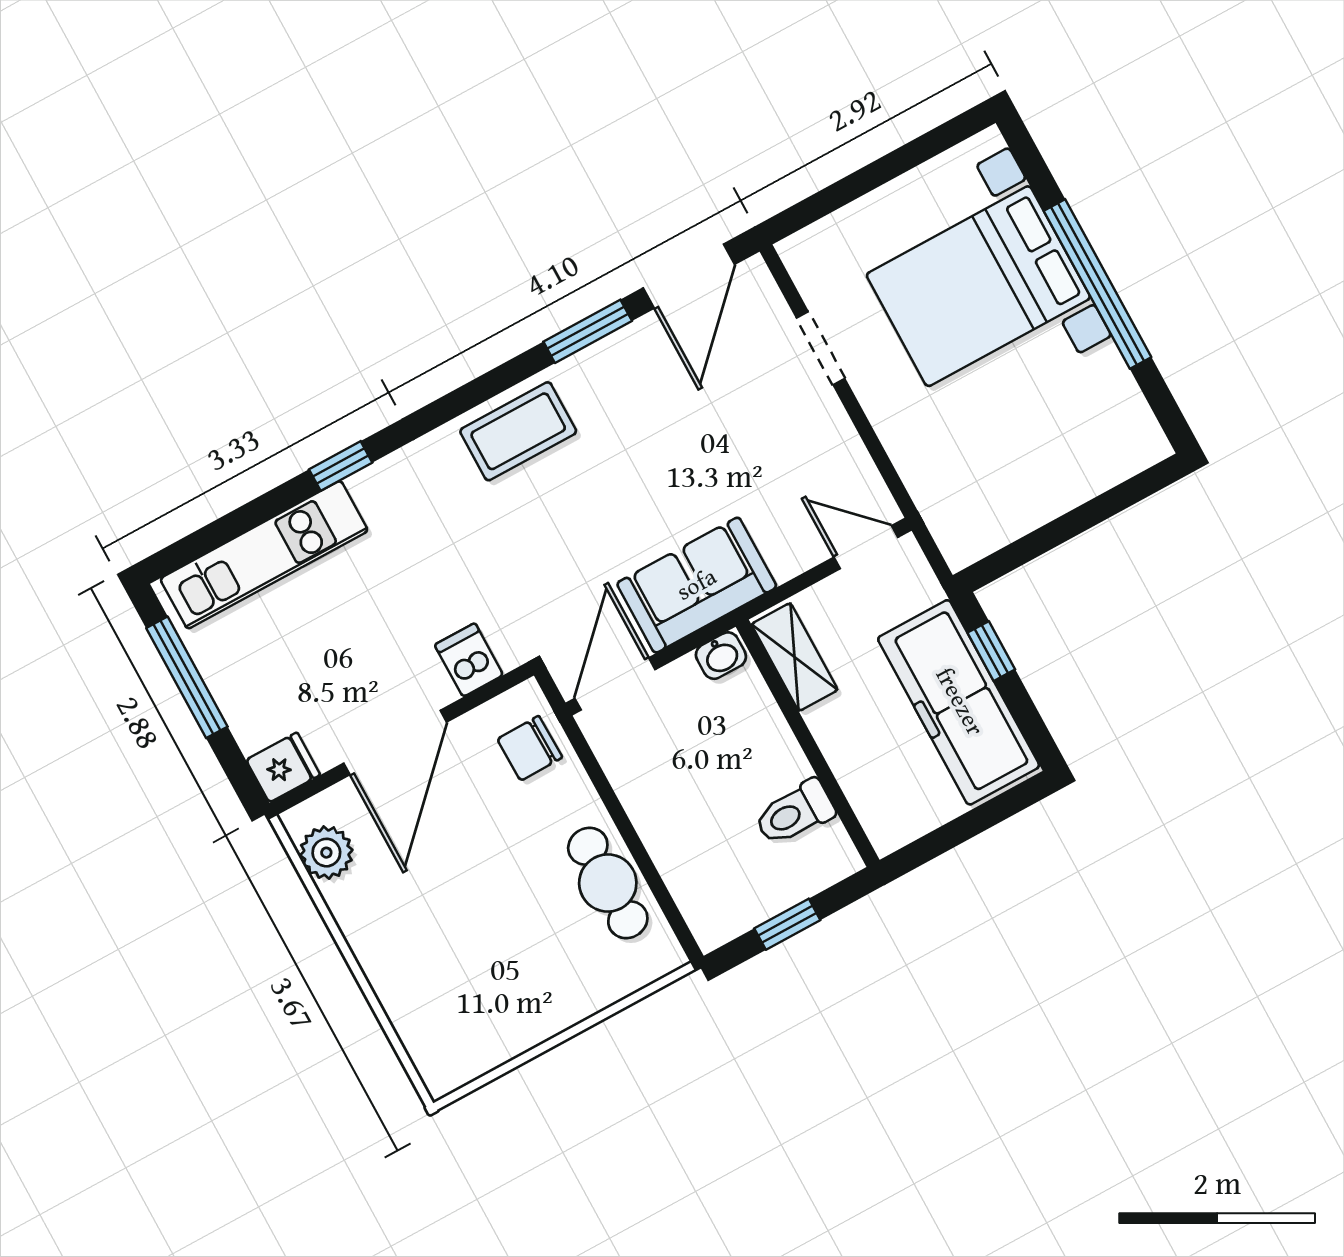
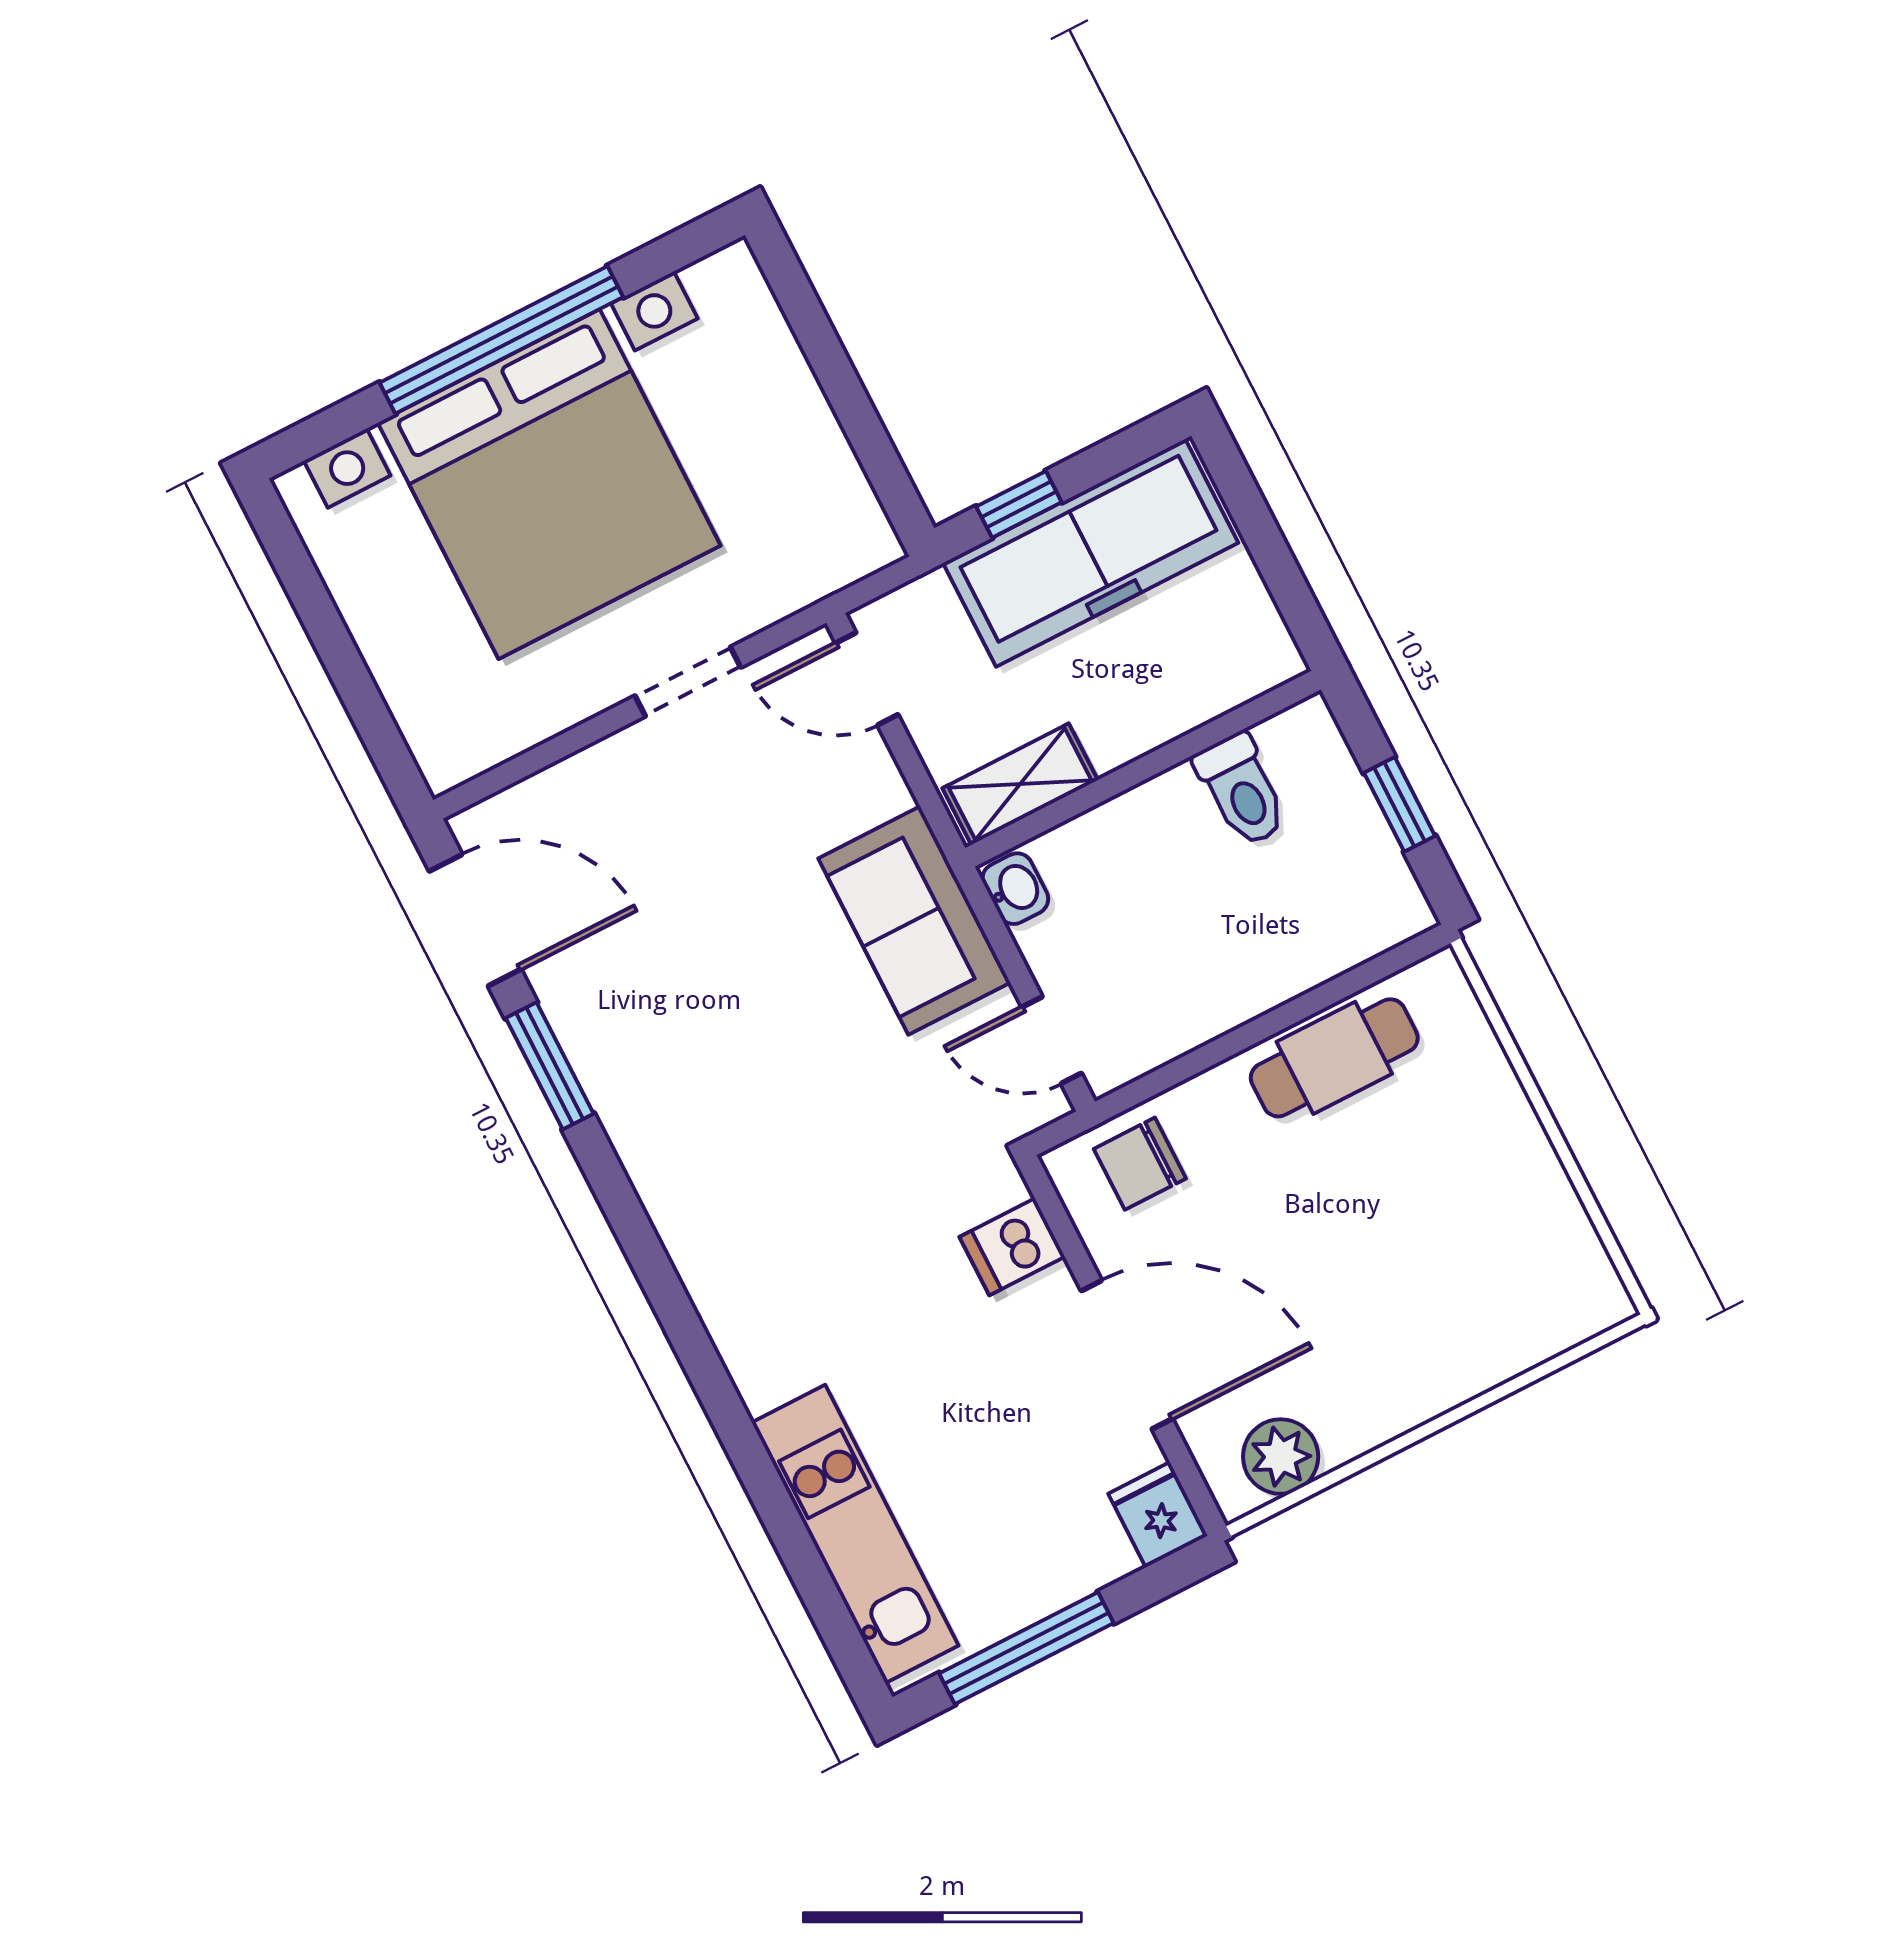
bed with nightstands: (978, 286) -> (549, 484), width x1.36
doorway: (821, 348) -> (688, 682), moved
coffee table: (518, 431) -> (689, 1168), removed
window: (341, 466) -> (732, 1422), removed
door: (866, 547) -> (867, 679), hinge flipped
door: (615, 684) -> (1052, 1040), width x0.73
chair: (530, 748) -> (1140, 1164), turned 91

